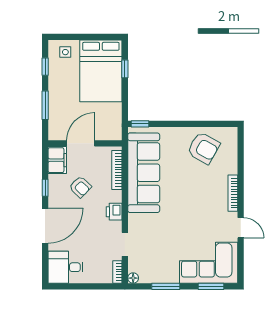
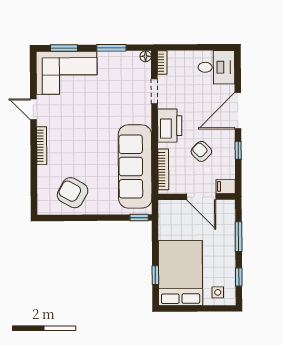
door: (81, 143) -> (201, 197), hinge flipped
filing cabinet: (57, 160) -> (226, 186), width x0.50
printer: (114, 212) -> (170, 126), width x1.87, depth x1.48

